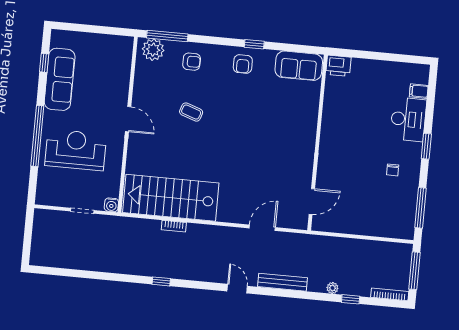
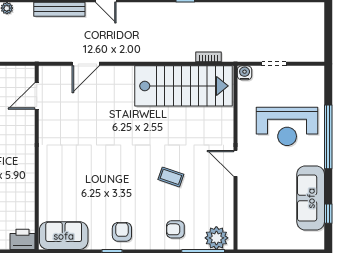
bookcase: (174, 226) -> (208, 57), moved

